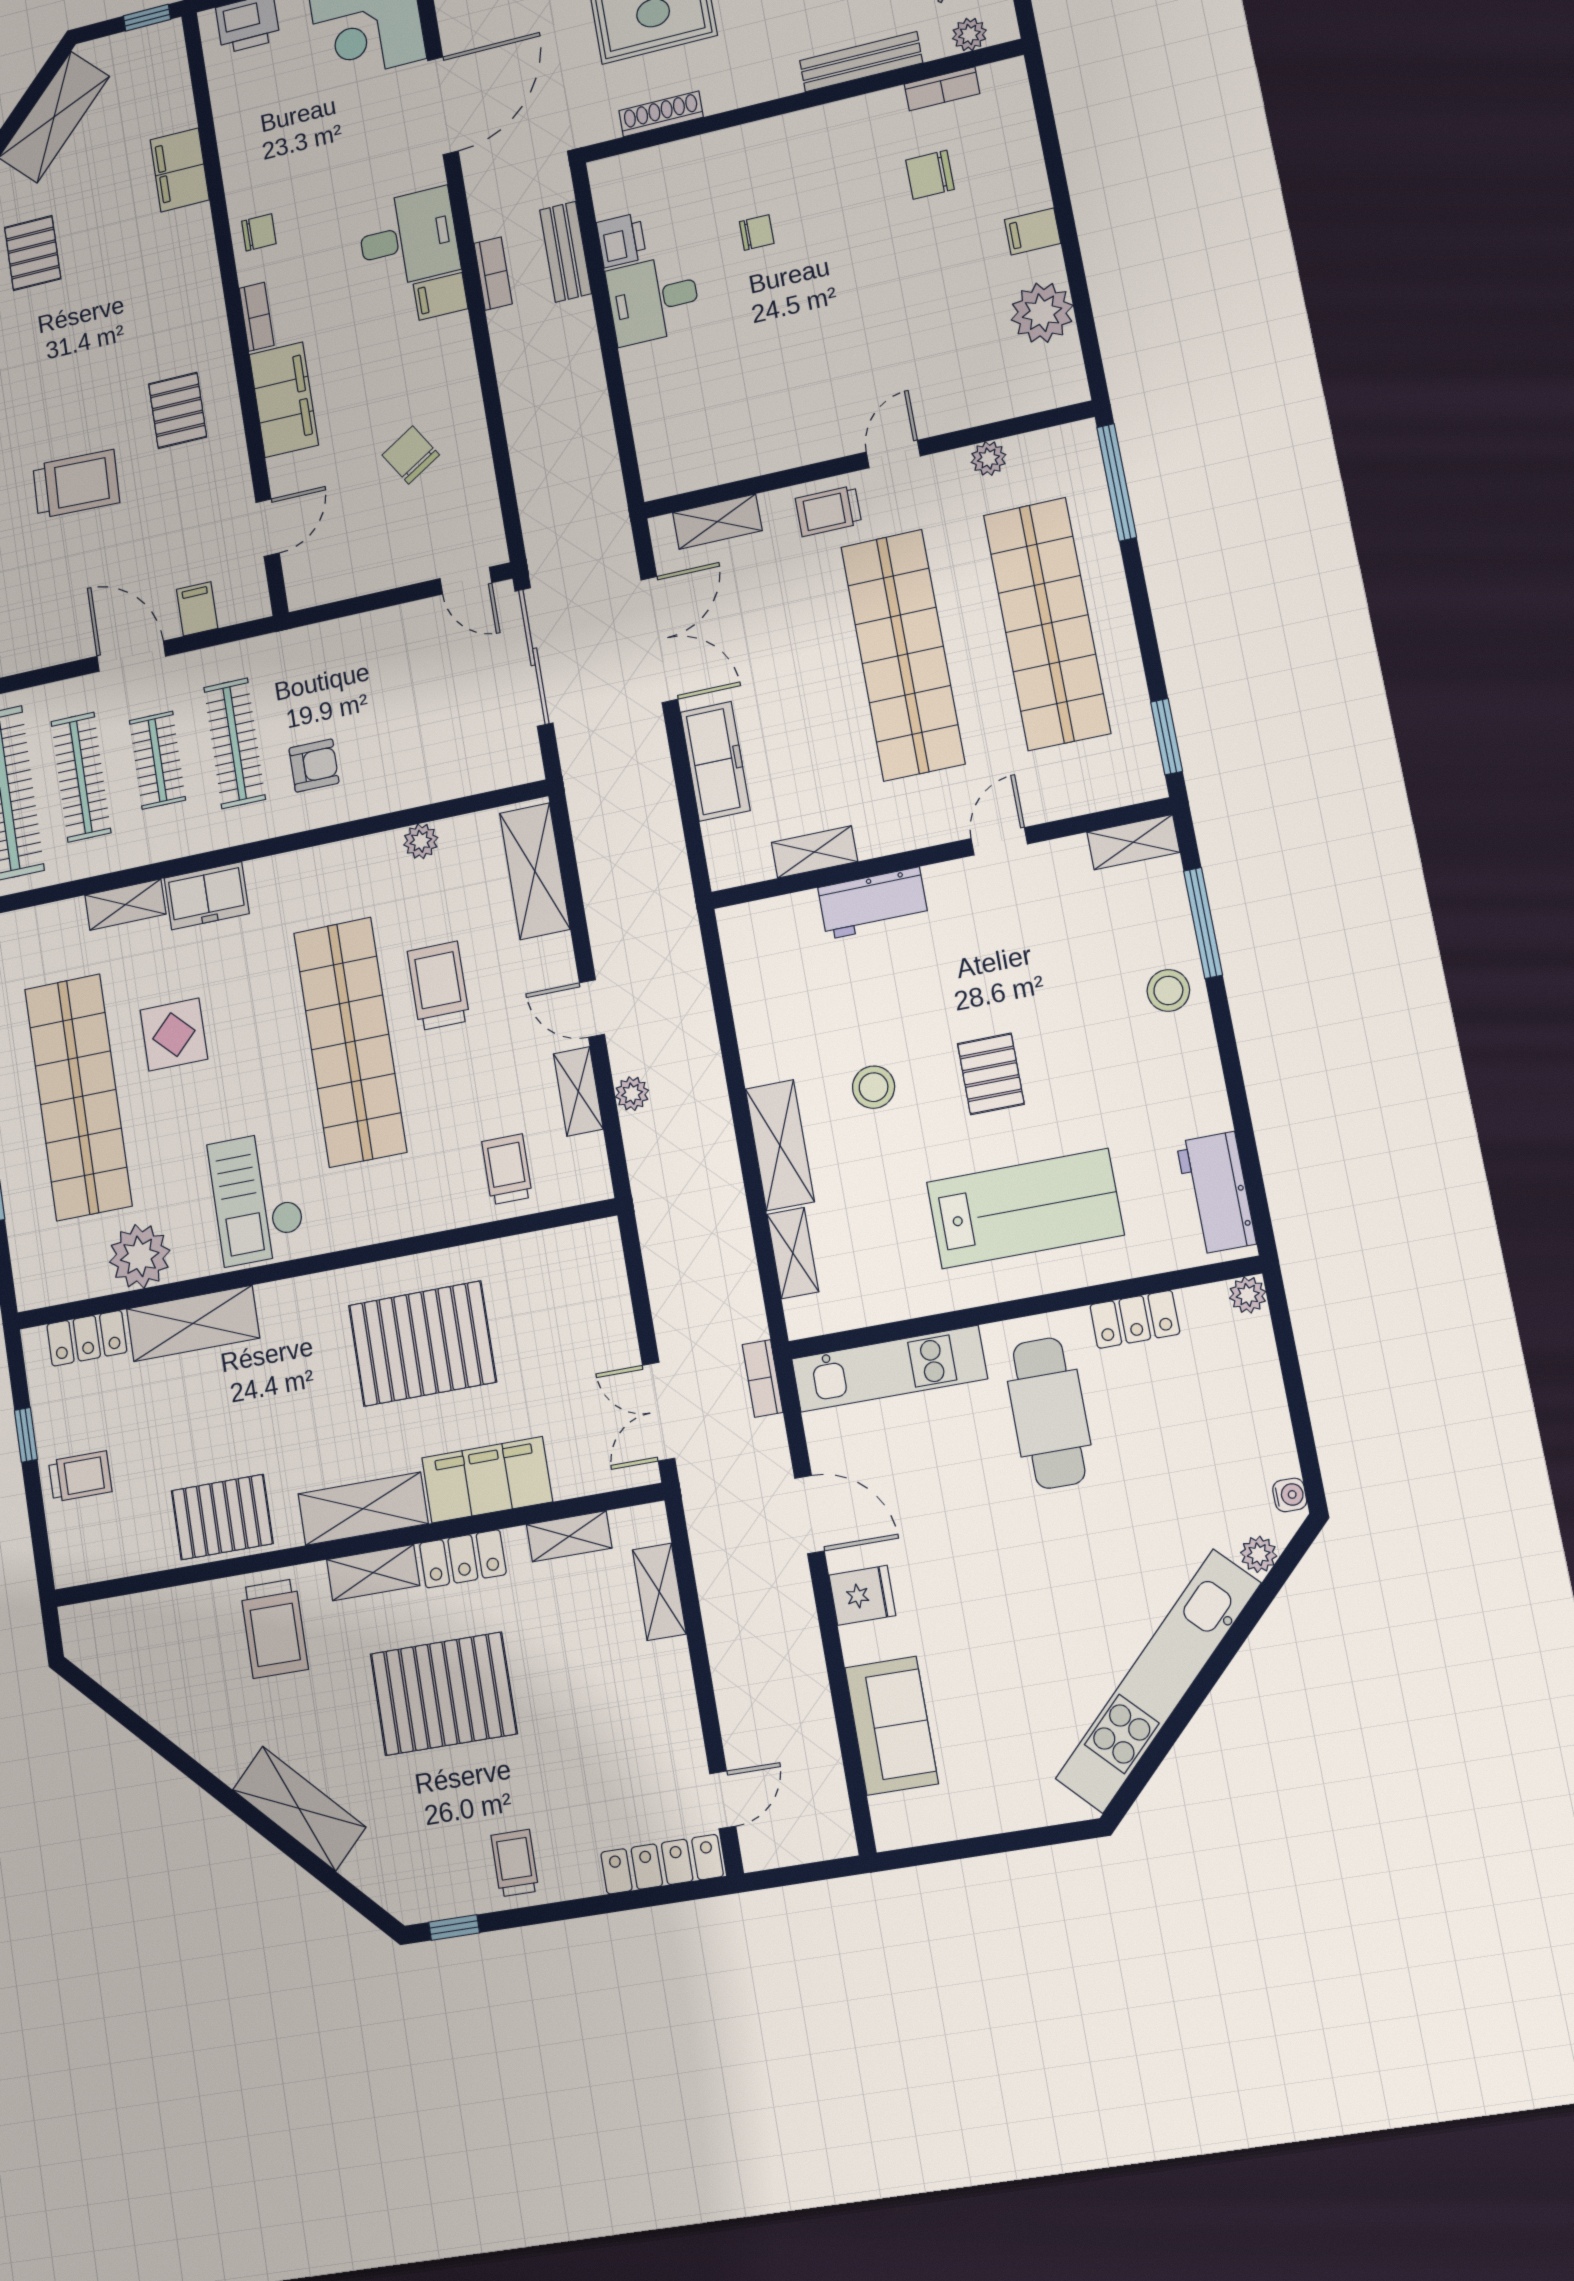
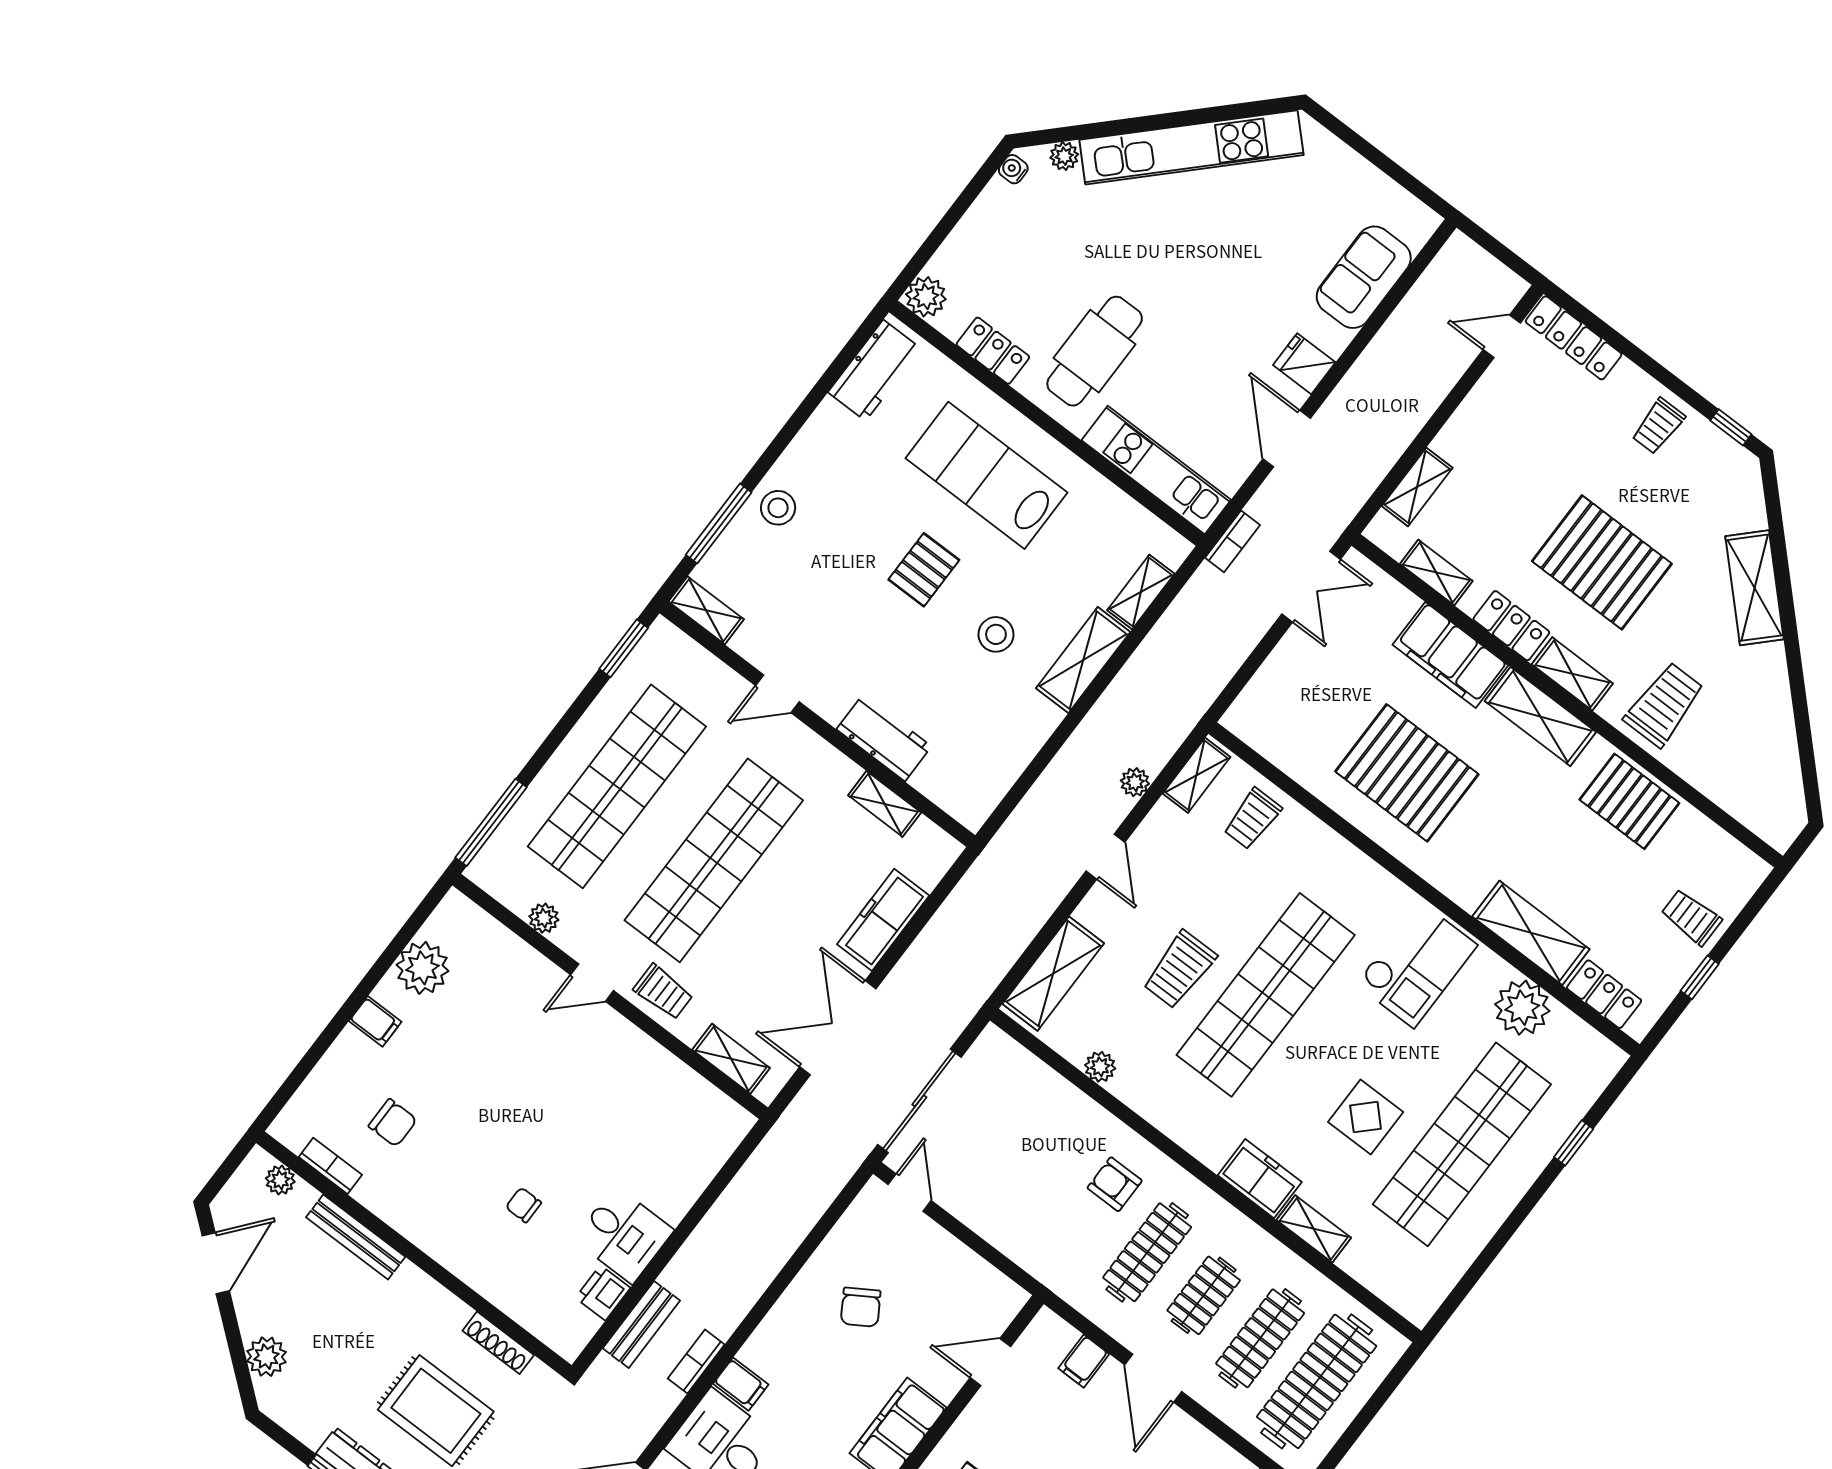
shelving: (578, 1091) -> (1197, 775), moved
plant: (1248, 1295) -> (926, 297), width x1.38, depth x1.38

